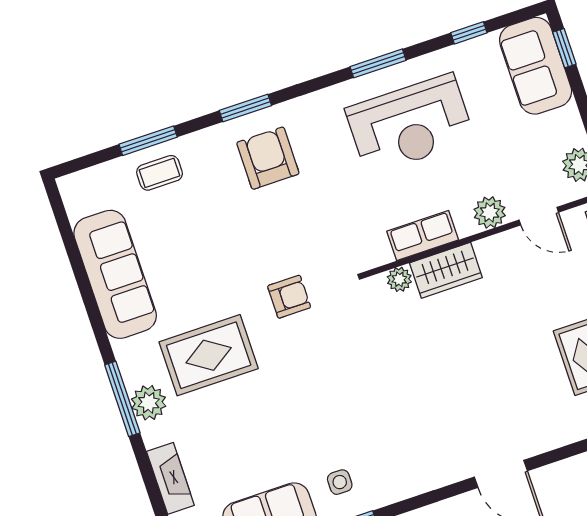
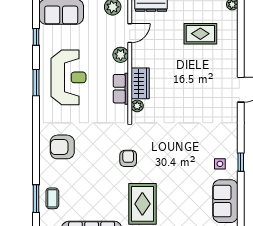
window: (245, 108) -> (36, 150), removed

